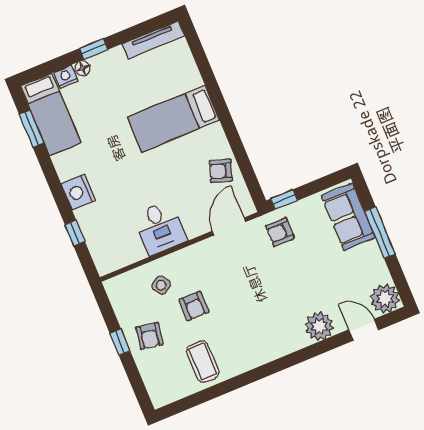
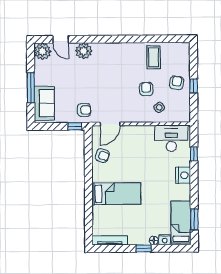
desk: (160, 228) -> (171, 138), moved, width x1.37

